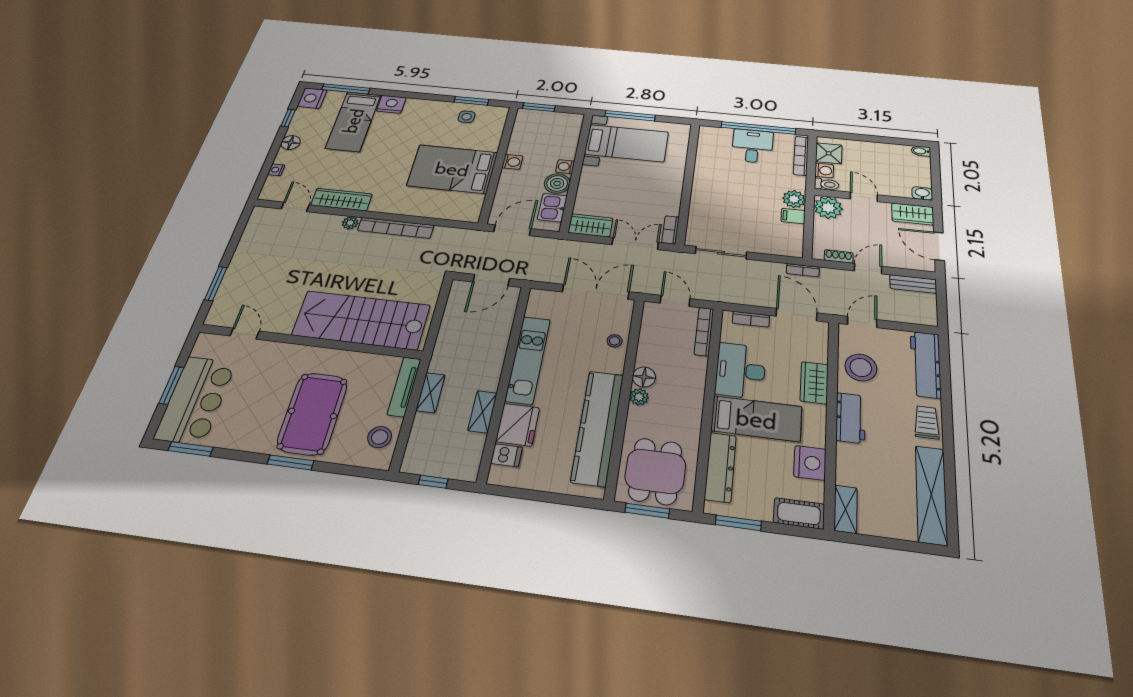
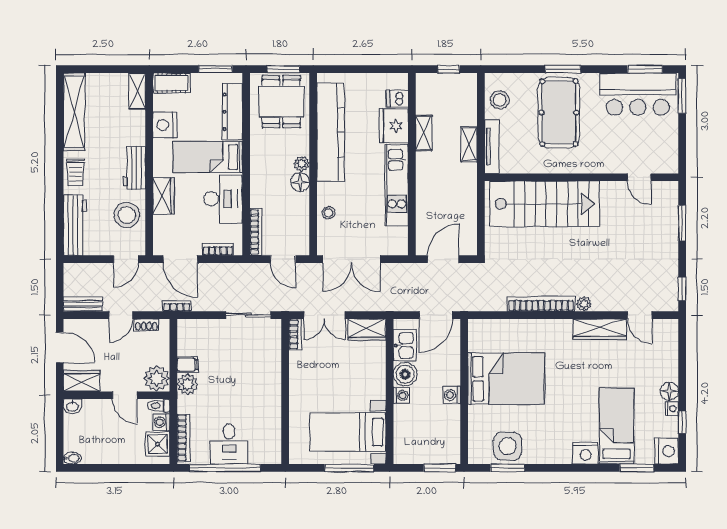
window: (346, 89) -> (637, 468), width x0.69
side table: (467, 117) -> (508, 446), width x1.87, depth x1.87
nightstand: (276, 170) -> (672, 409), moved
window: (242, 224) -> (682, 289), added
window: (171, 385) -> (682, 96), moved
bar counter: (196, 400) -> (638, 94), moved, turned -90

